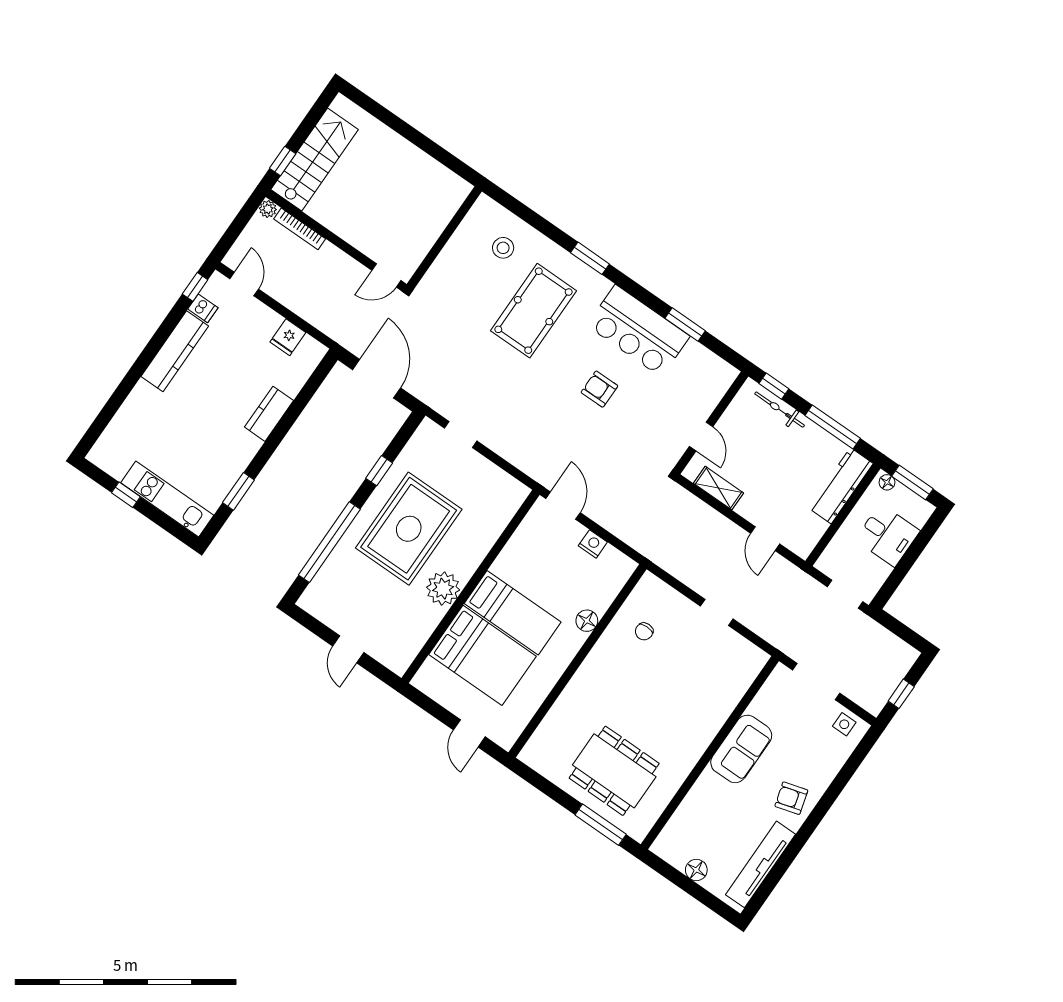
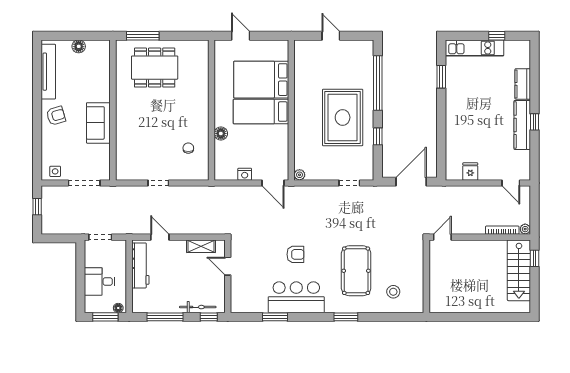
window: (195, 287) -> (535, 122), moved
dishwasher: (203, 308) -> (523, 156), removed
door: (377, 379) -> (411, 182), swing flipped
kitchen counter: (269, 414) -> (523, 84), moved, turned 180
workbench: (841, 486) -> (140, 265), moved
plant: (443, 589) -> (300, 175), moved, width x0.53, depth x0.53

